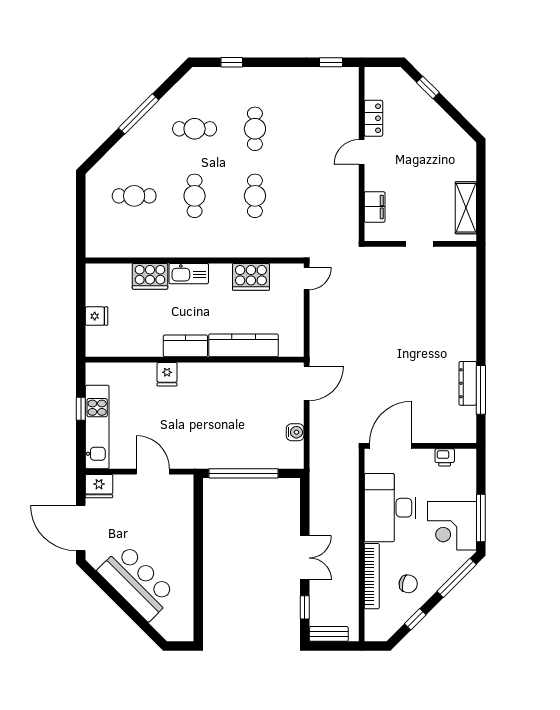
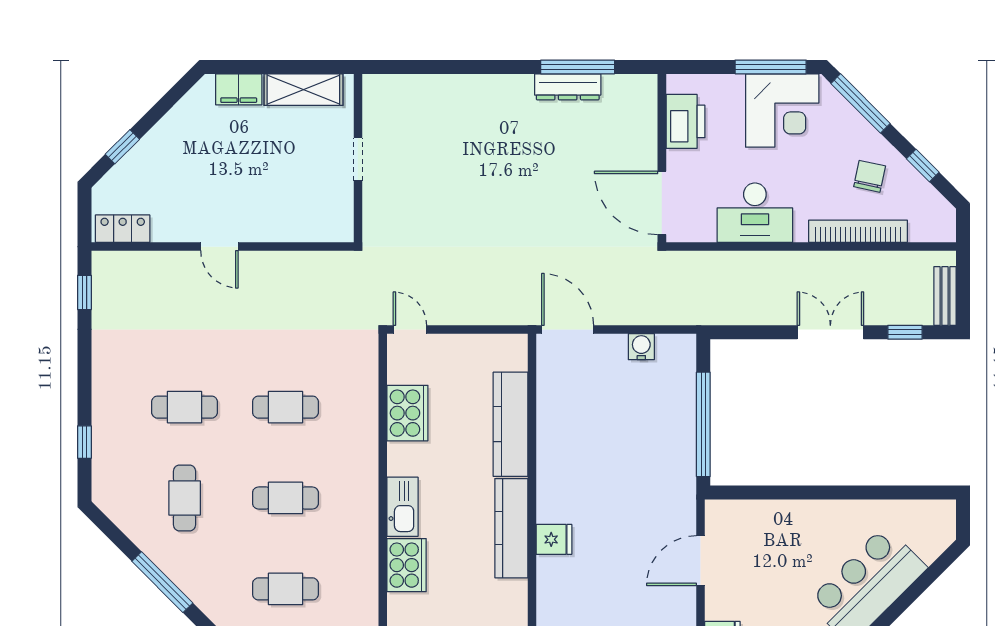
locker: (373, 118) -> (123, 229), moved
cafe table: (134, 196) -> (285, 589), turned 90
filing cabinet: (375, 207) -> (239, 89), moved, turned 180
kitchen counter: (185, 346) -> (511, 528), width x1.50
printer: (445, 457) -> (685, 121), width x1.87, depth x1.48
desk: (390, 508) -> (755, 213), width x0.73, depth x0.77

